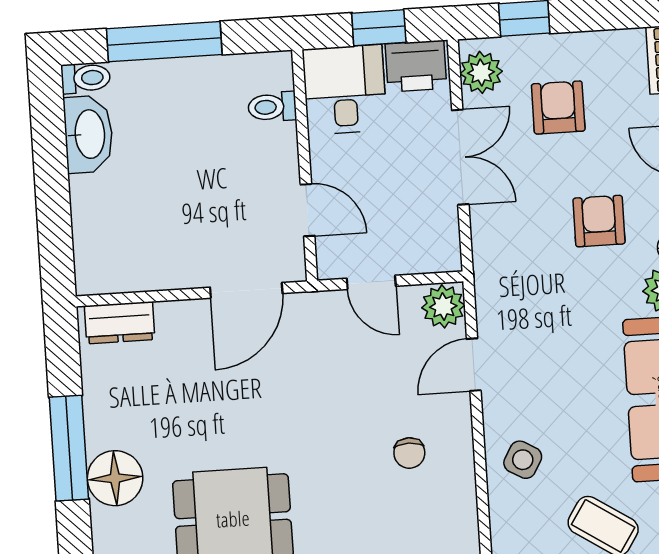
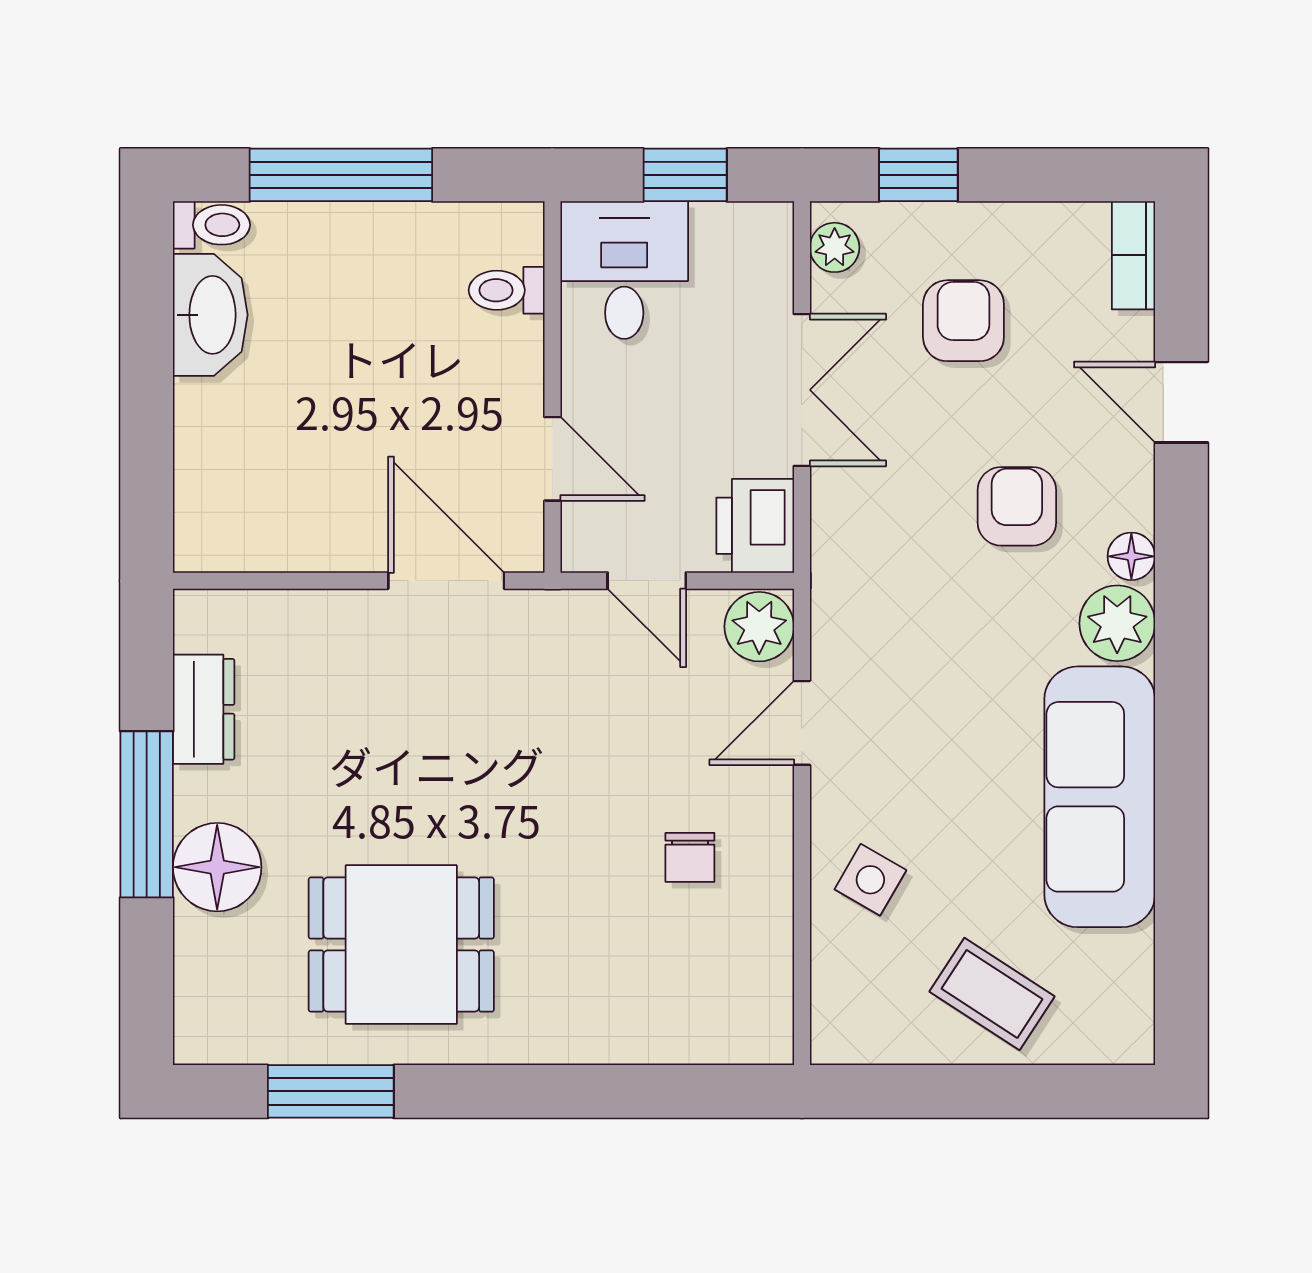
printer: (416, 66) -> (755, 526), moved, turned 90
plant: (481, 72) -> (835, 247), width x0.73, depth x0.73
door: (246, 290) -> (446, 581), swing flipped
dresser: (120, 323) -> (204, 709), moved, turned -90

